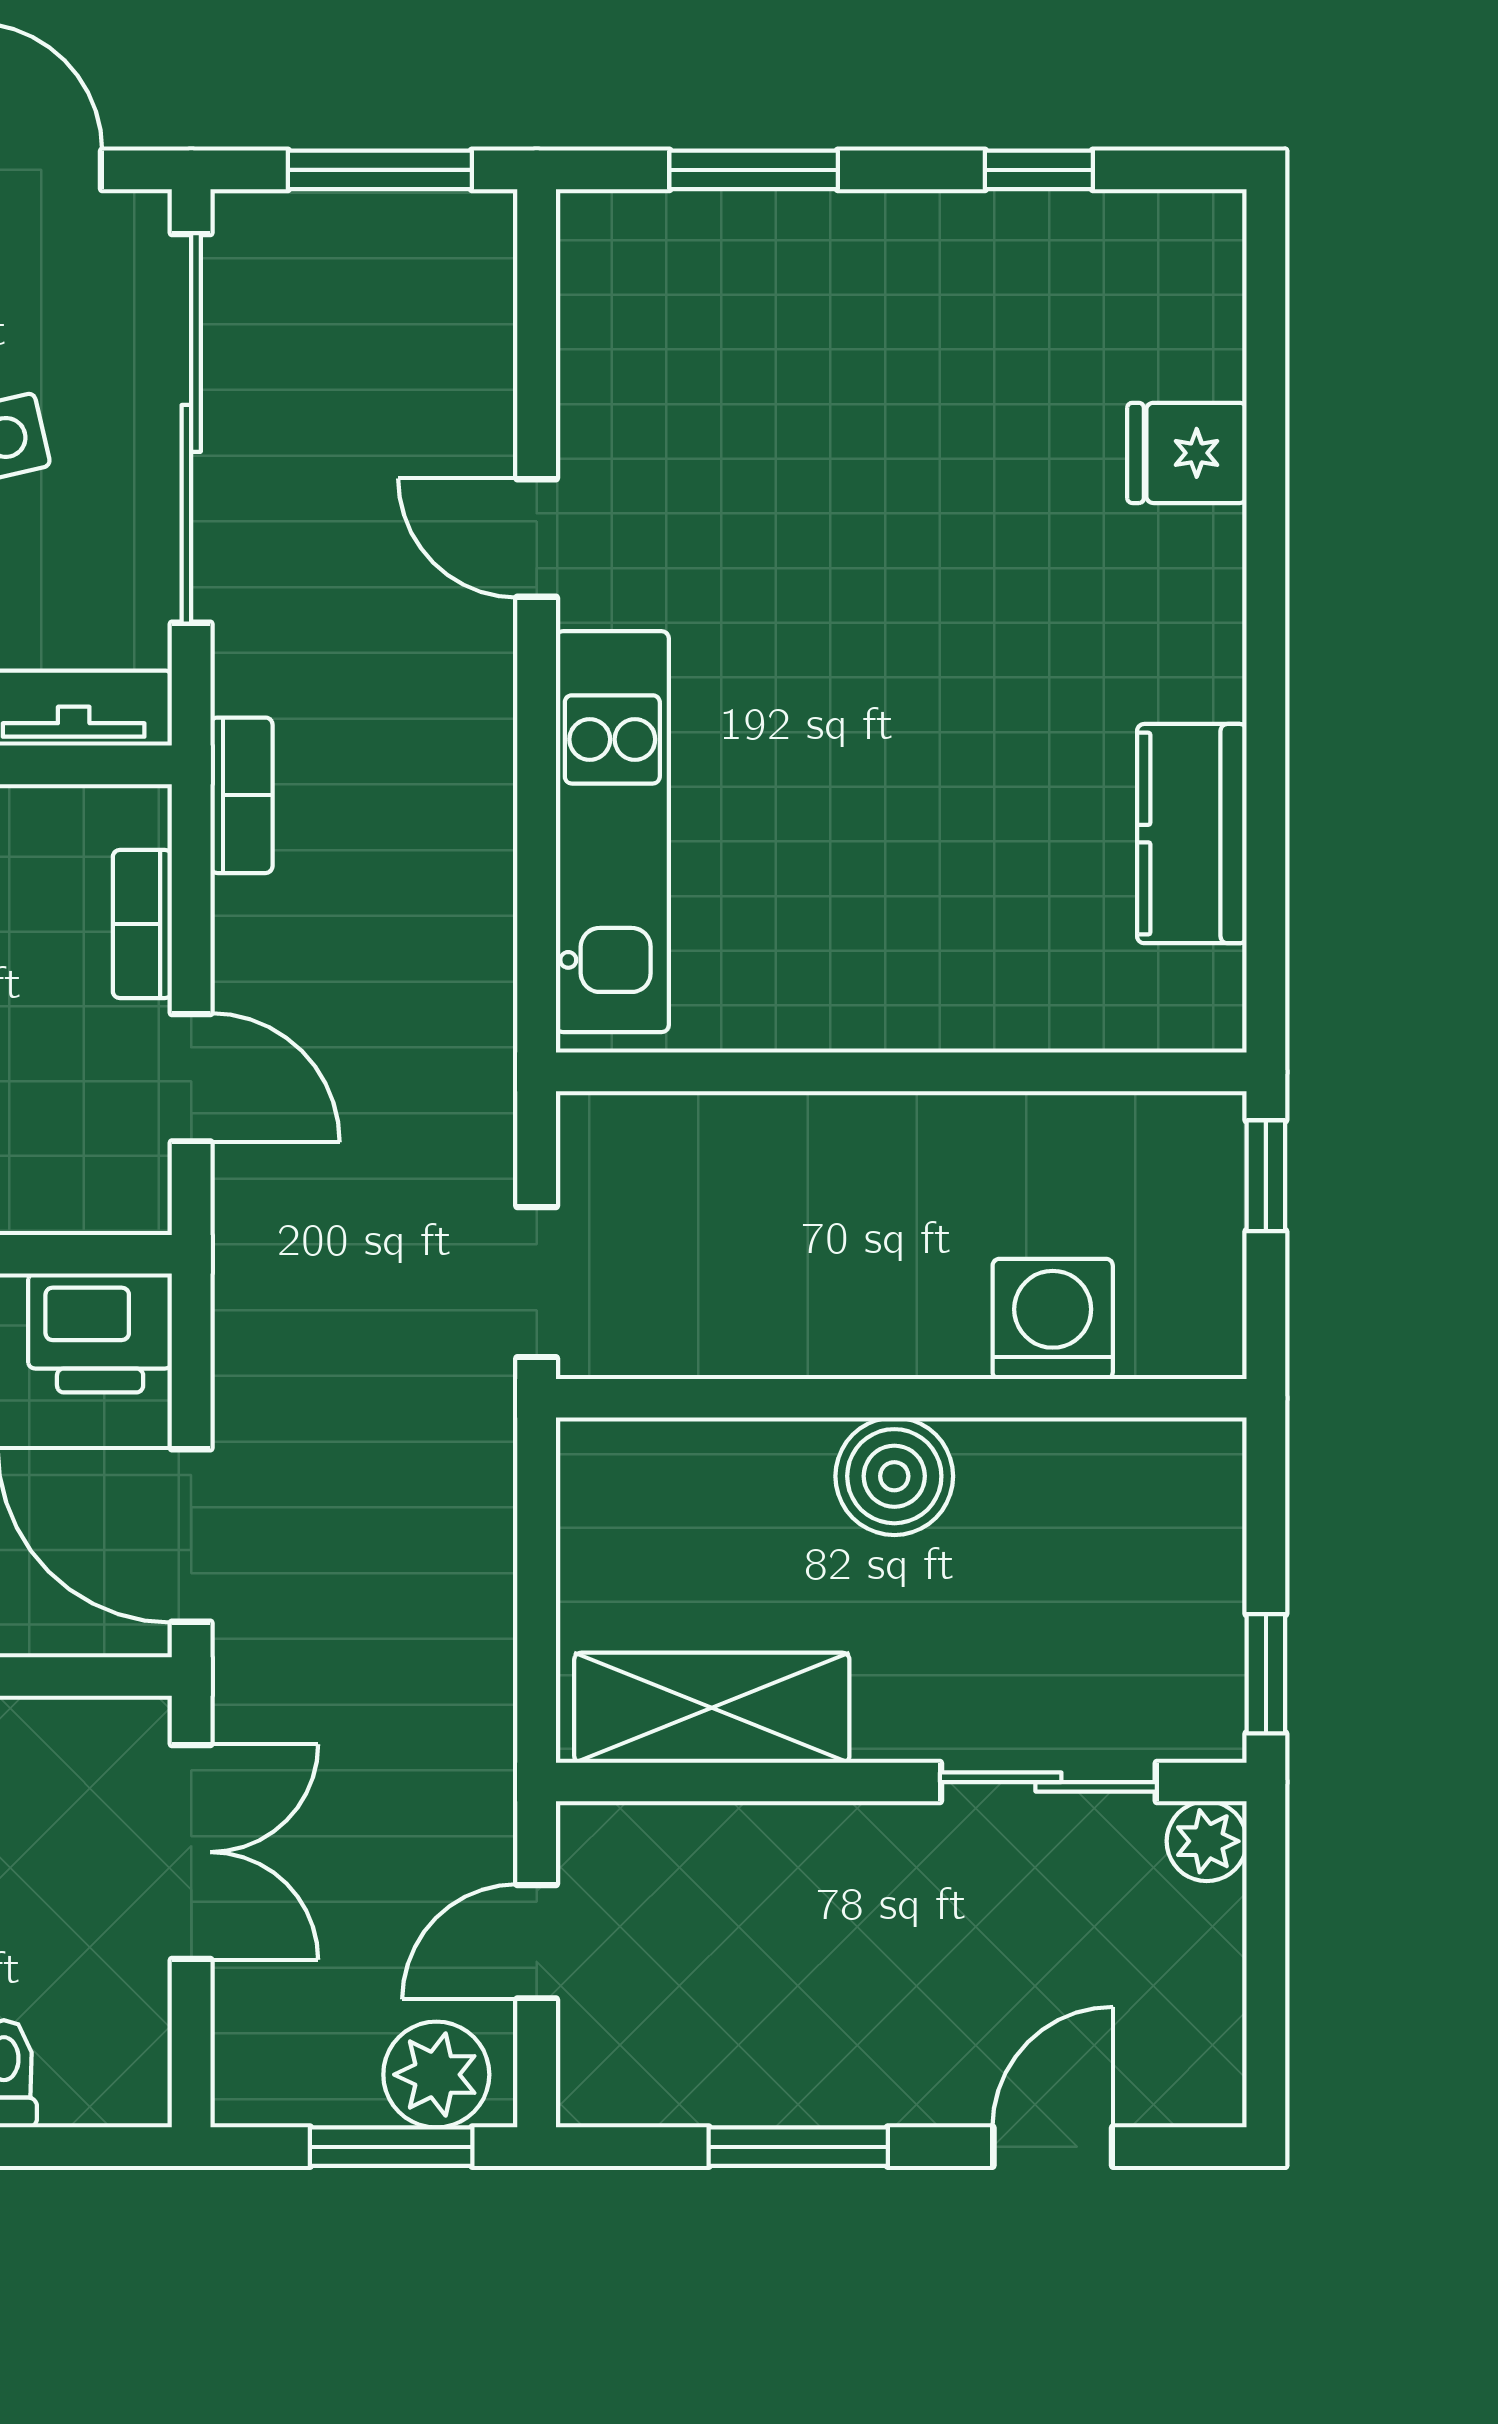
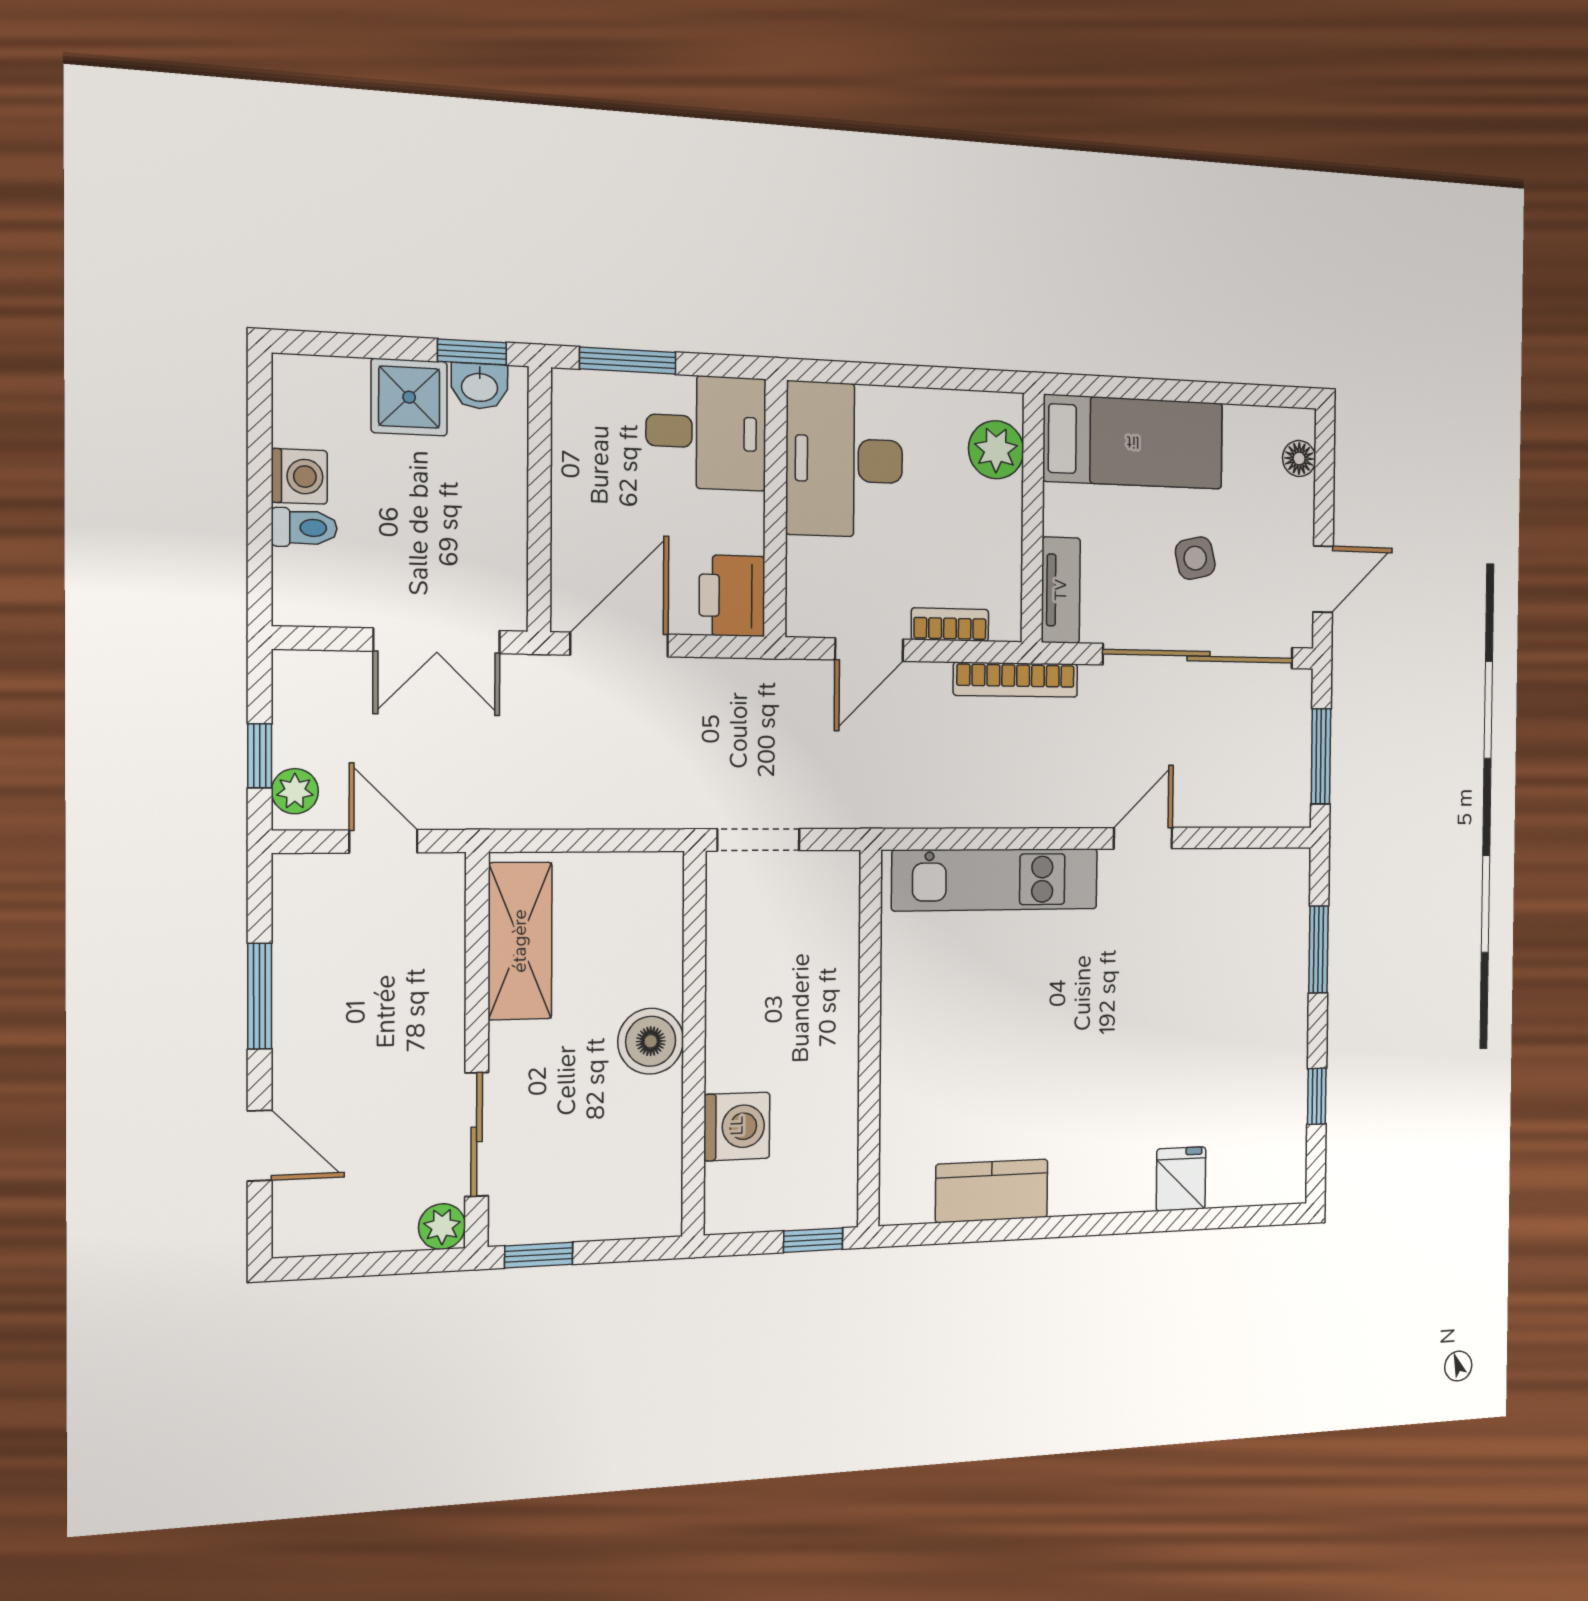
bookcase: (241, 795) -> (1016, 680), width x1.56
plant: (436, 2075) -> (295, 791), width x0.73, depth x0.73
window: (391, 2147) -> (260, 756), width x0.67

